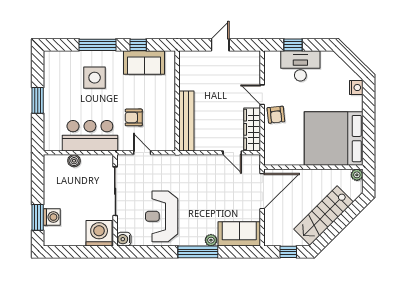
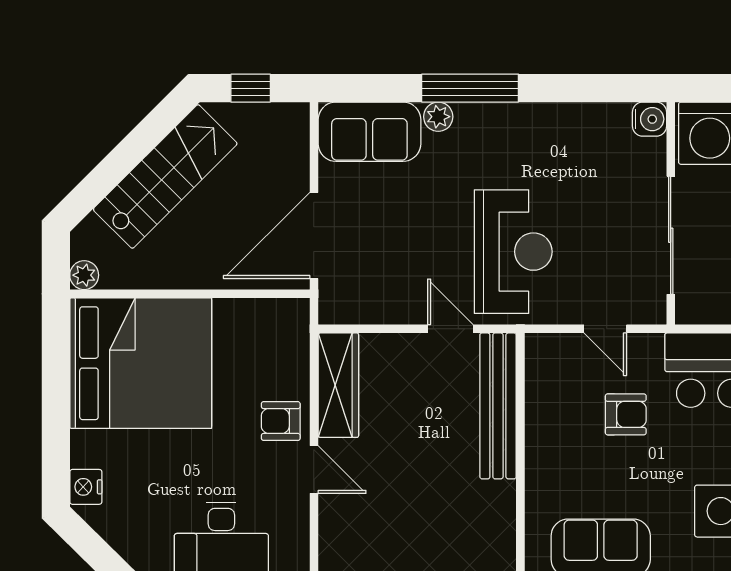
armchair: (276, 115) -> (281, 421), turned -84
door: (232, 153) -> (450, 329), moved
reception desk: (162, 216) -> (513, 252), moved

